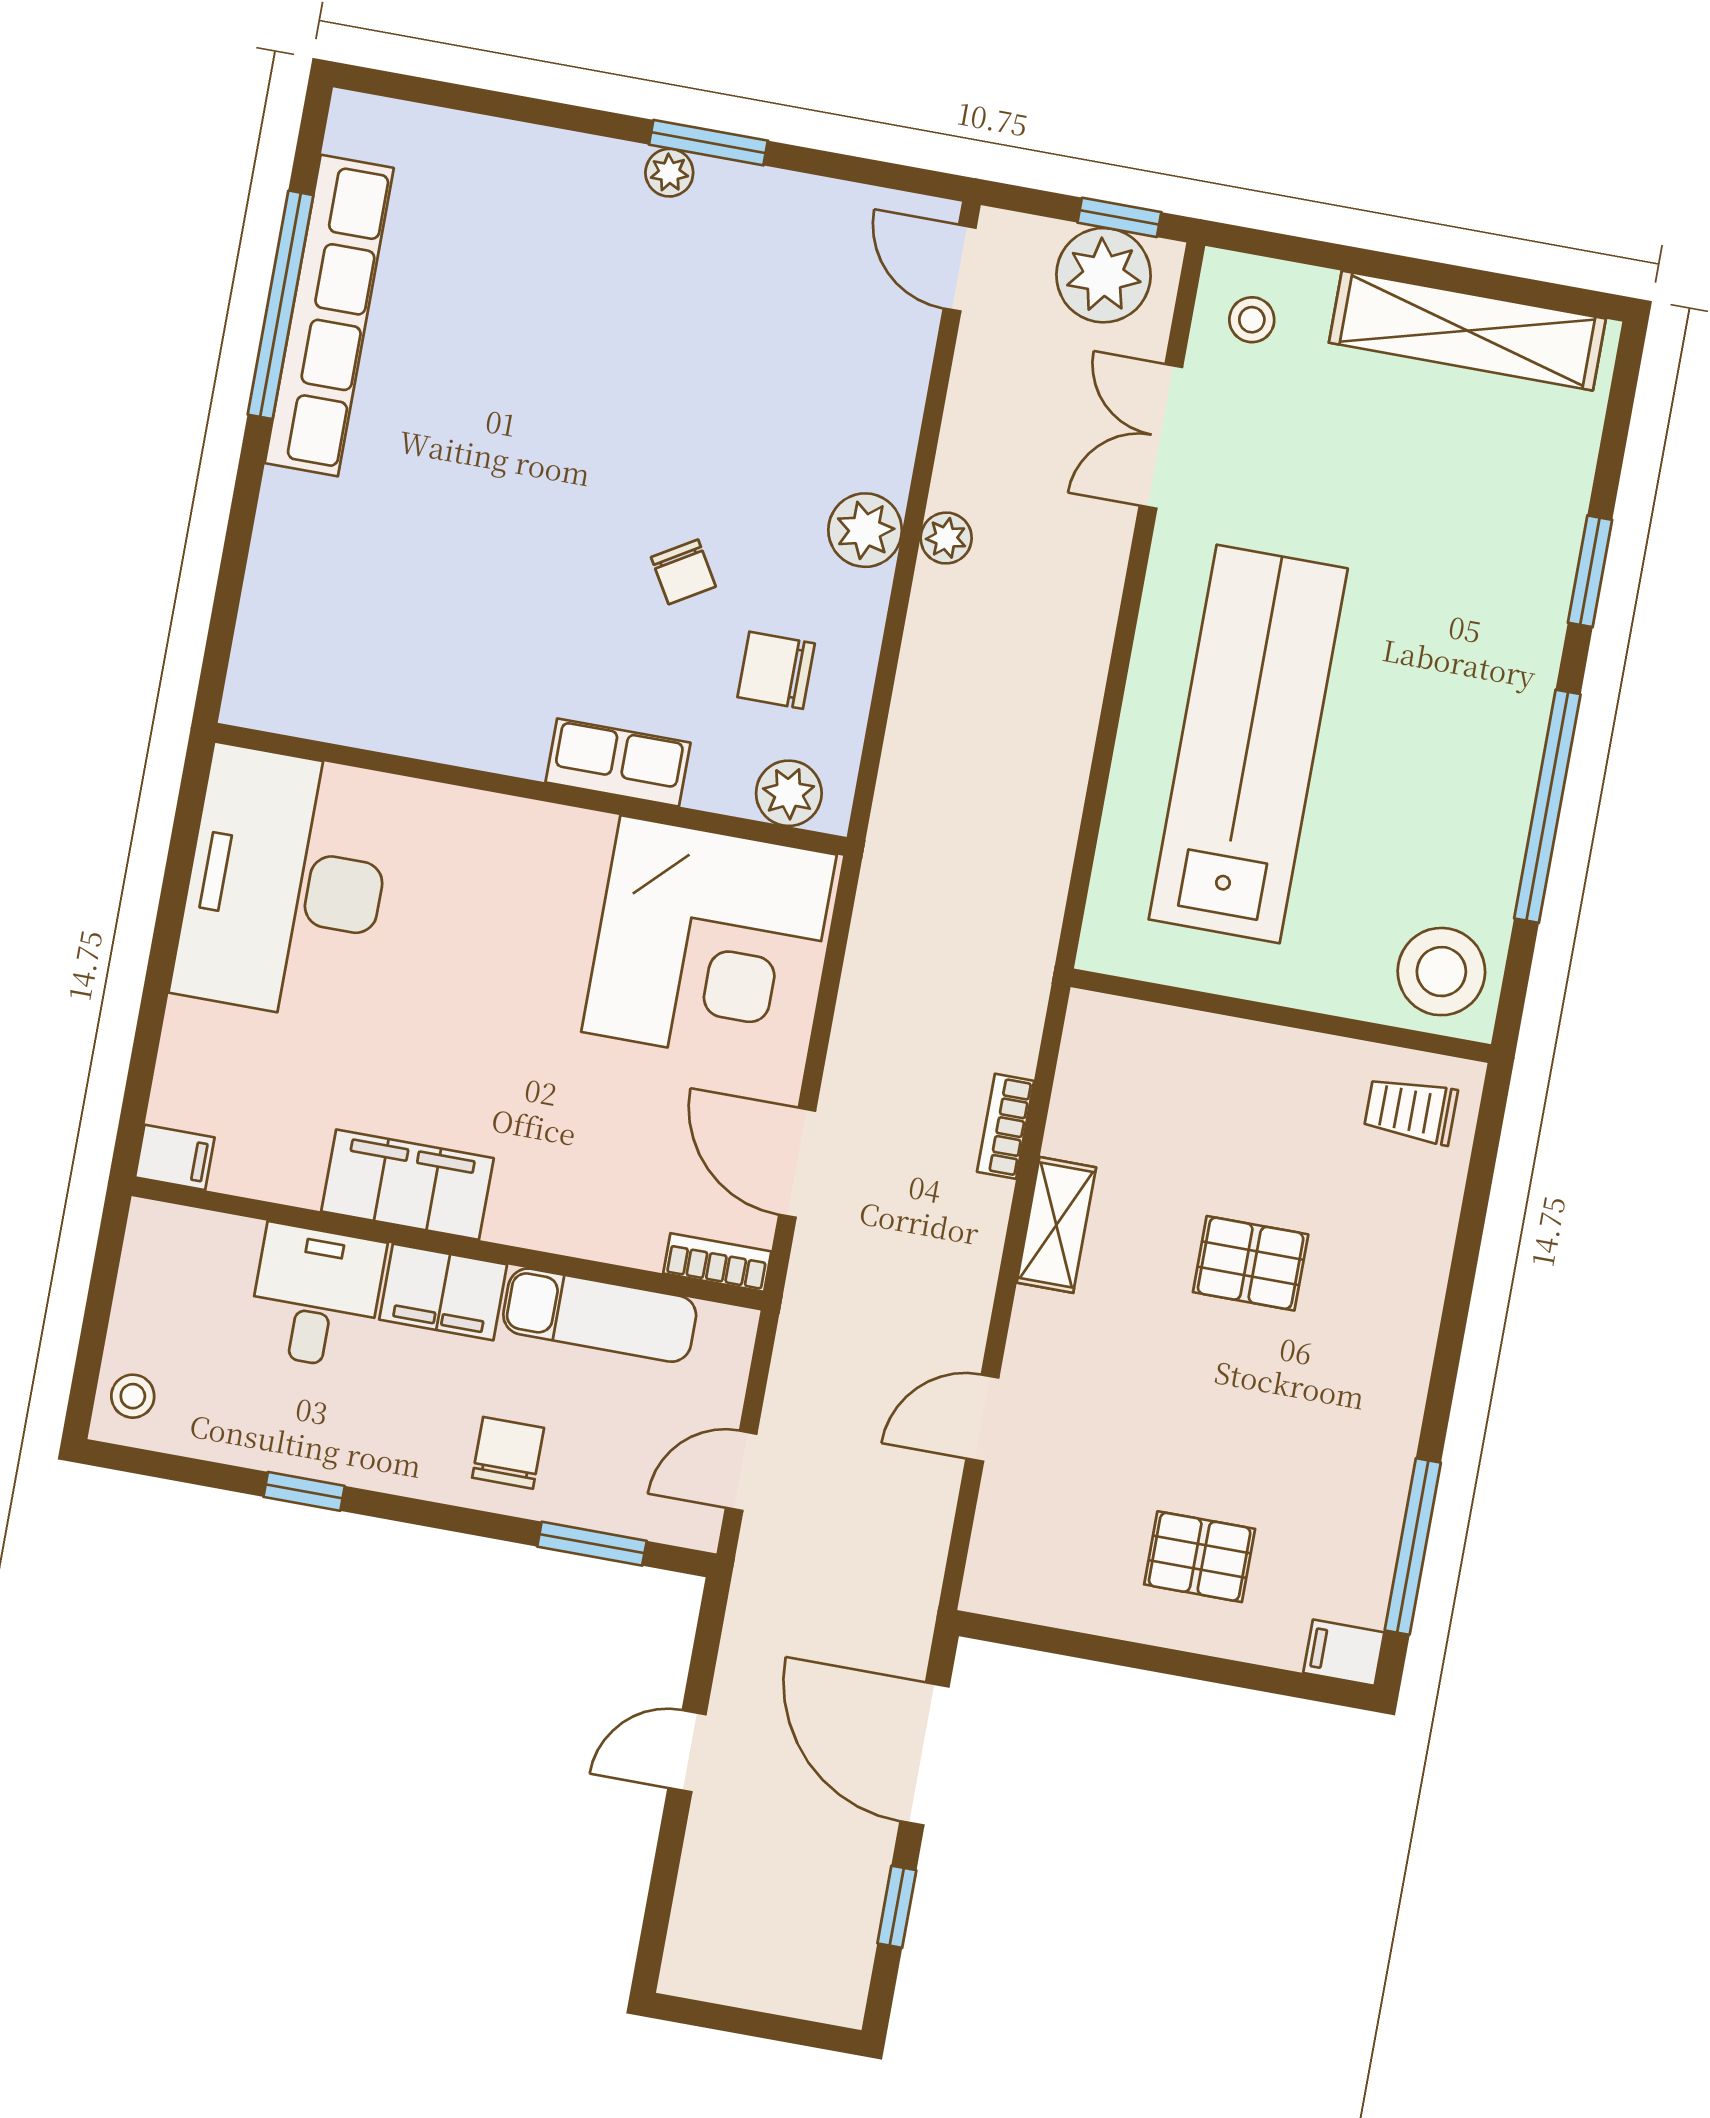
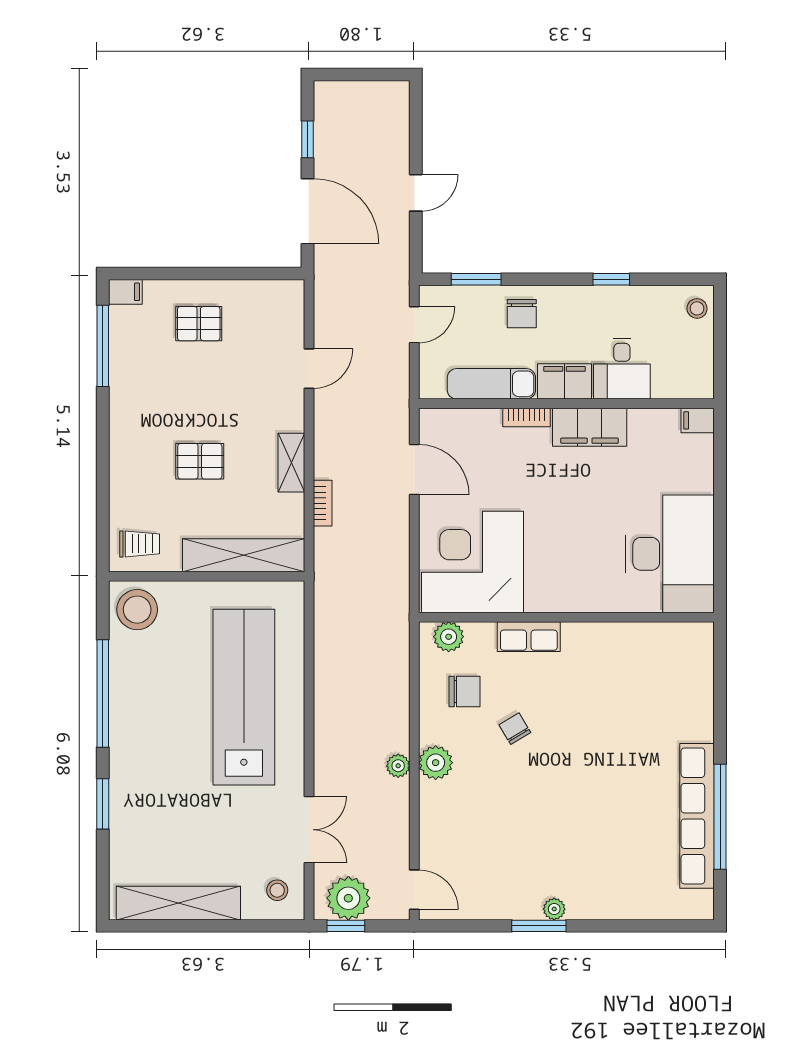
lab bench: (1248, 744) -> (244, 697), turned 180
shelving: (1194, 1046) -> (244, 555), added
bookcase: (717, 1262) -> (526, 418), moved

